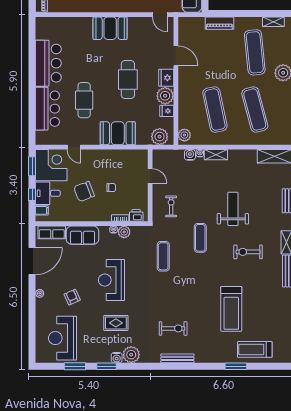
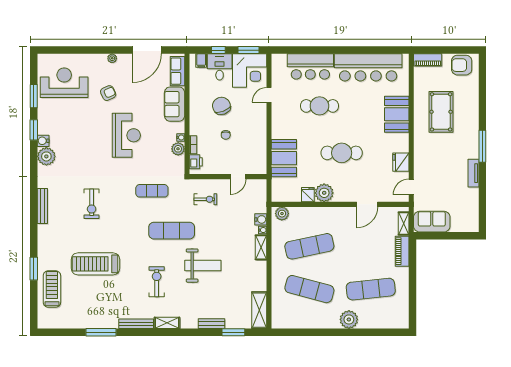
shelving: (273, 22) -> (404, 224), moved
booth: (110, 28) -> (397, 114), moved
bar counter: (48, 63) -> (368, 67), width x1.36
fridge: (166, 78) -> (401, 162), moved, turned -90
exercise mat: (255, 110) -> (309, 289), turned 30
booth: (118, 133) -> (284, 158), moved
plant: (160, 137) -> (280, 187), removed
exercise mat: (200, 238) -> (172, 231), width x1.36, depth x1.45
door: (32, 261) -> (147, 50), hinge flipped
reception desk: (112, 280) -> (126, 135), turned 90
rug: (116, 323) -> (80, 140), removed
exercise bike: (173, 328) -> (92, 204), moved

